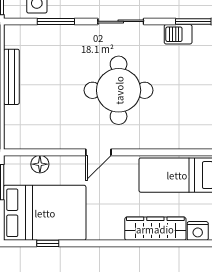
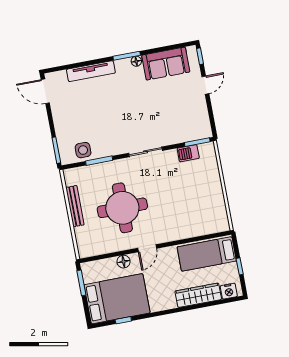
round table: (119, 90) -> (122, 208), moved
floor lamp: (40, 164) -> (123, 262), moved

